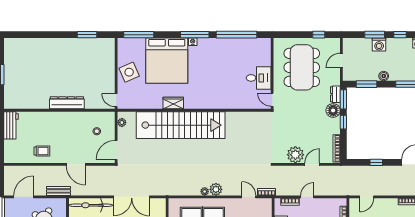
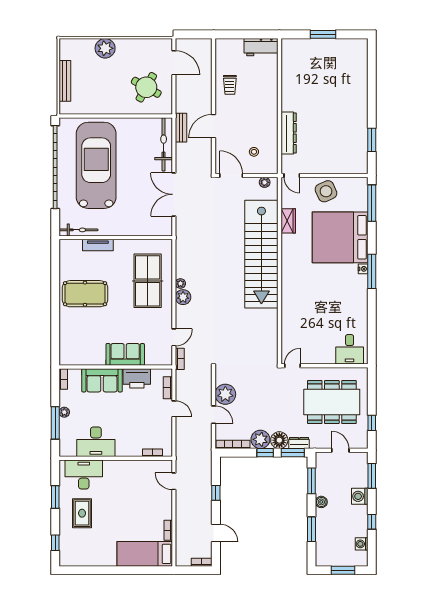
window: (237, 35) -> (372, 322), removed
window: (375, 35) -> (372, 476), moved
desk: (259, 78) -> (350, 349), moved
door: (116, 100) -> (292, 176), swing flipped
dresser: (67, 103) -> (289, 133), moved
wardrobe: (173, 103) -> (288, 221), moved
plant: (332, 126) -> (260, 439), added
bench: (59, 191) -> (181, 128), moved

